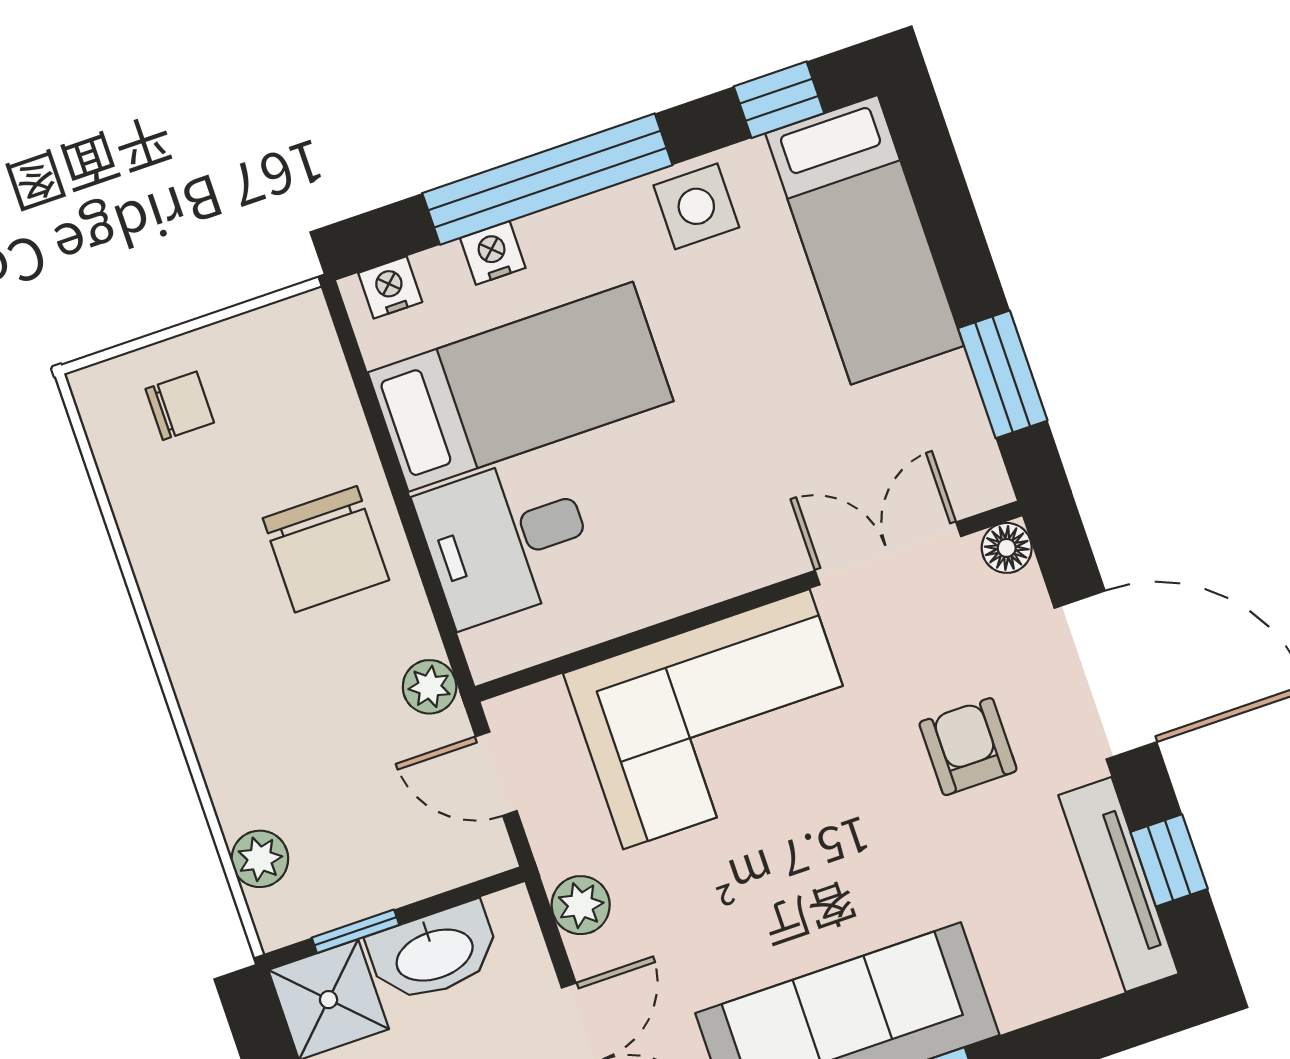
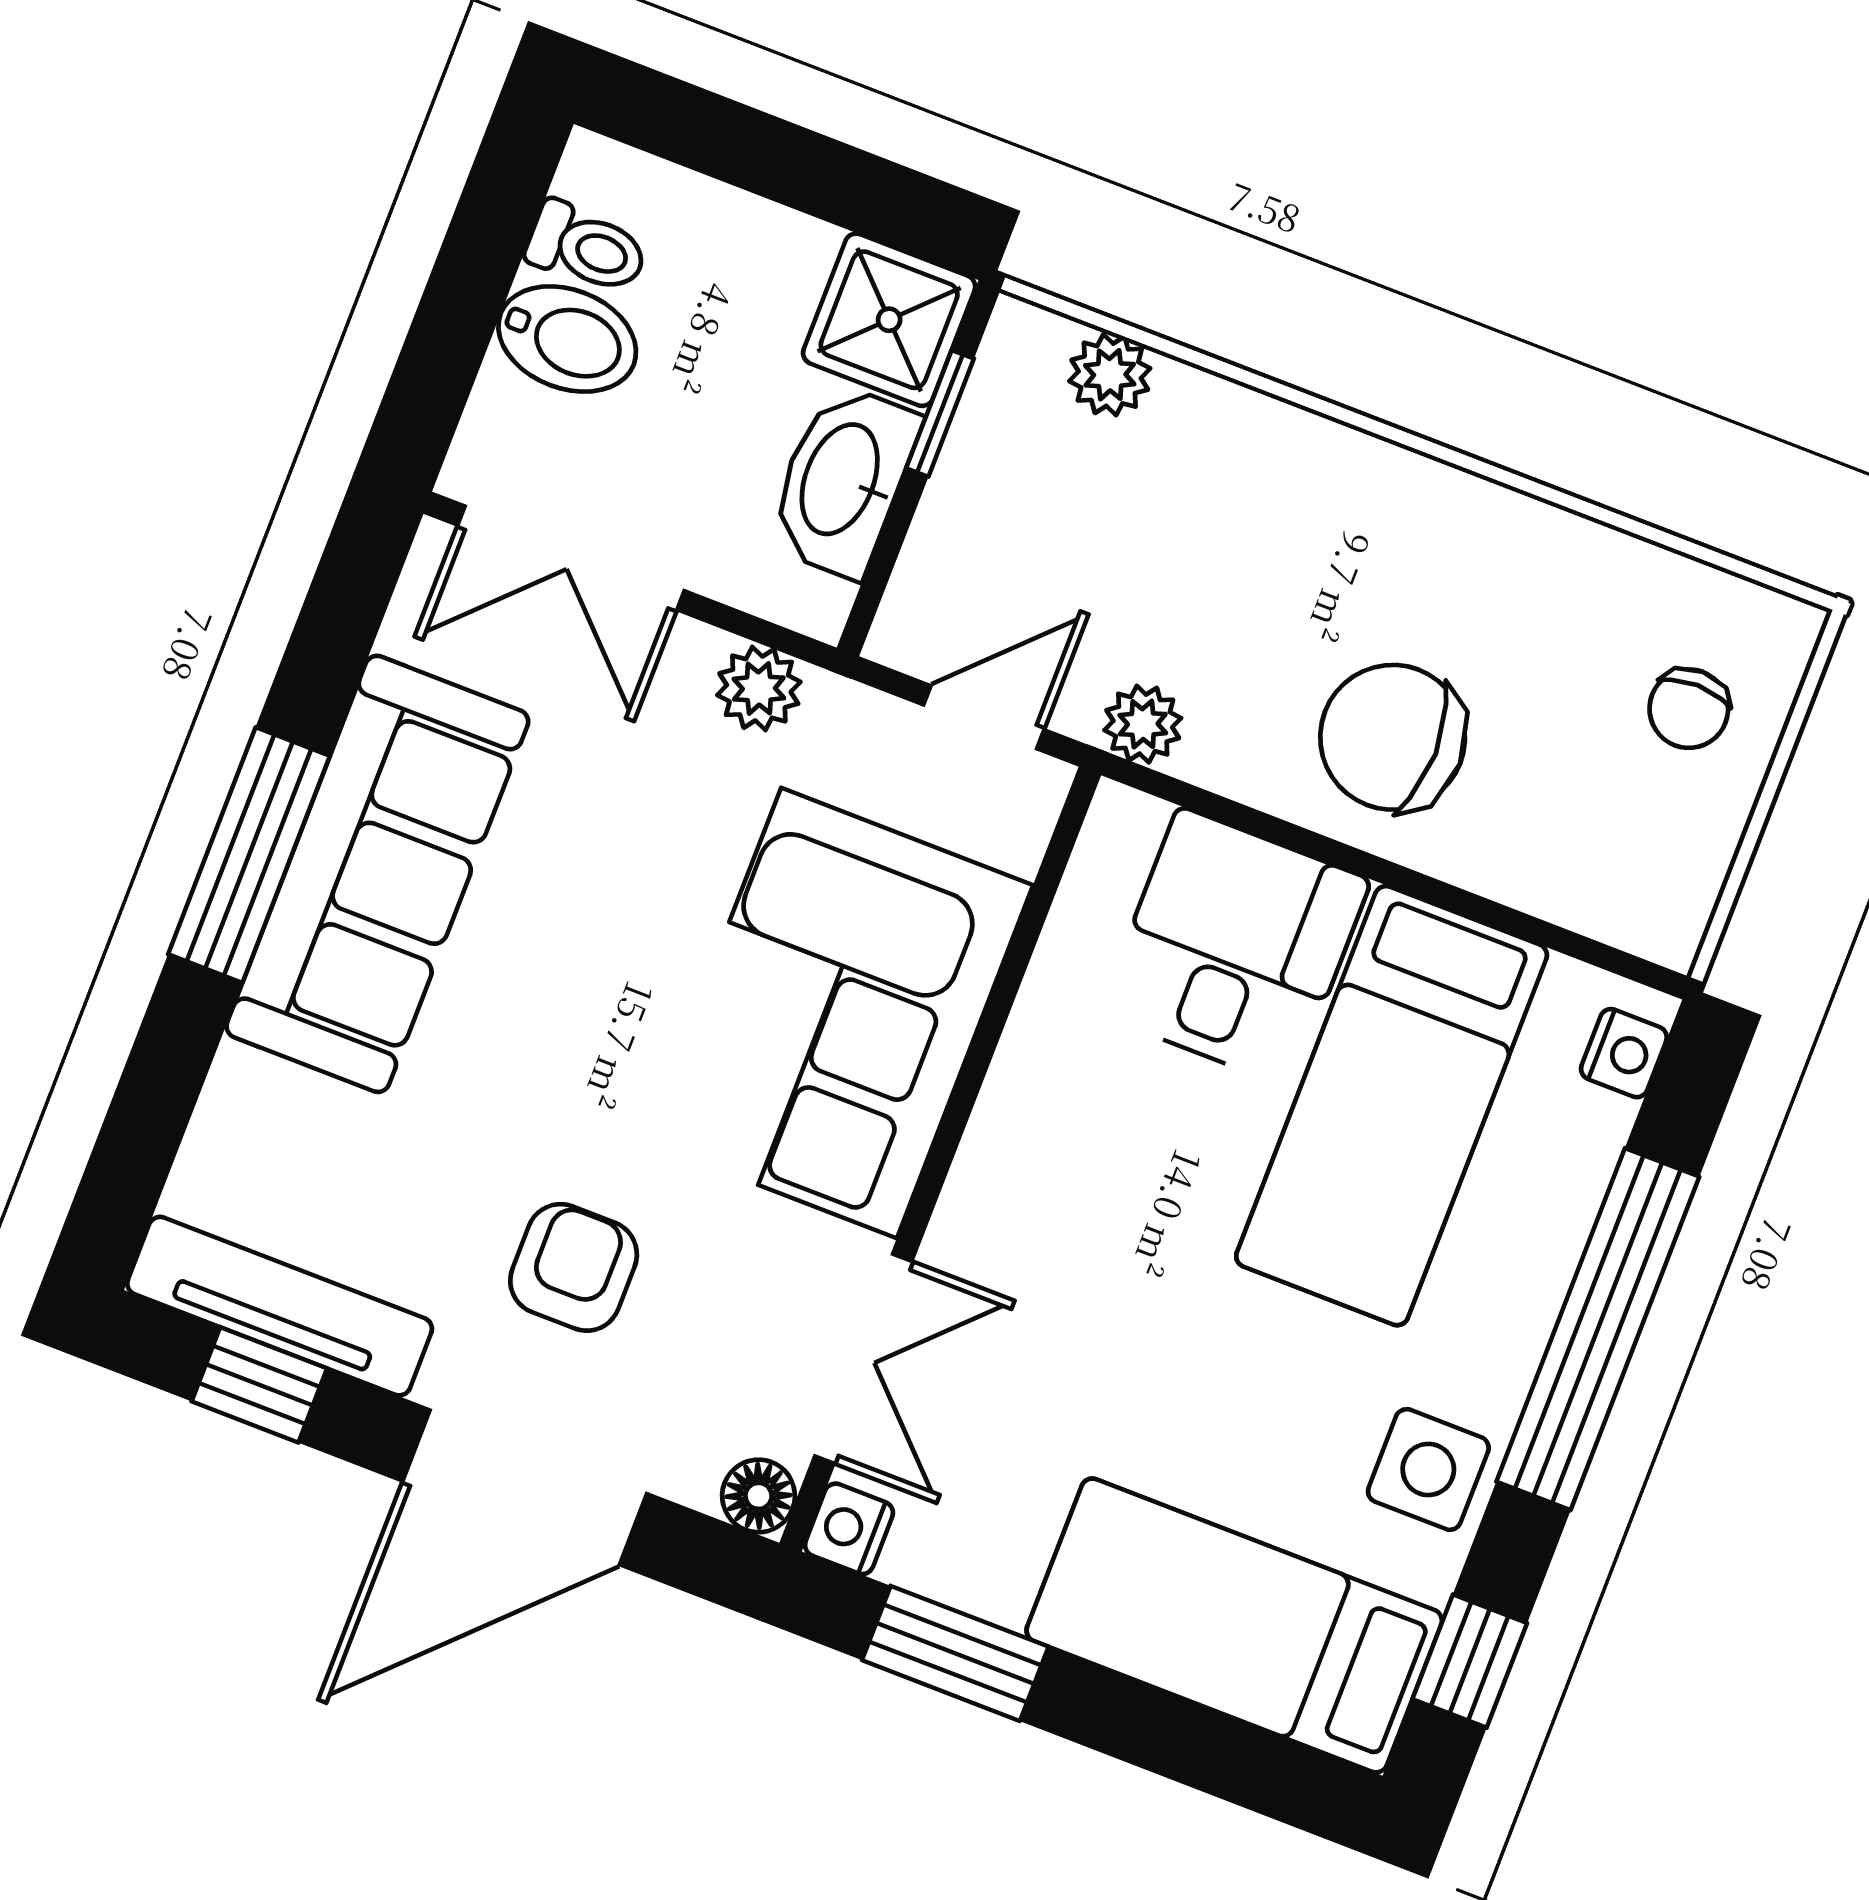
nightstand: (493, 253) -> (849, 1529), moved, turned 180
armchair: (968, 747) -> (574, 1267), turned -90

